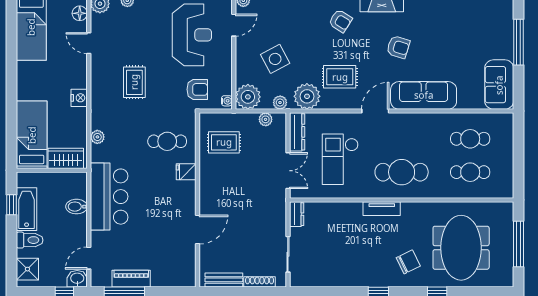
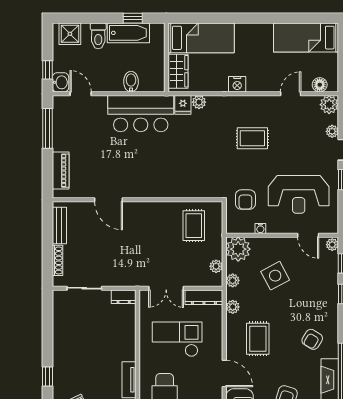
plant: (307, 96) -> (233, 307), width x0.53, depth x0.53
water cooler: (227, 101) -> (260, 228), moved
cafe table: (167, 141) -> (195, 170), removed
fridge: (186, 172) -> (183, 105), moved, turned 180
piano: (131, 279) -> (61, 171), moved

